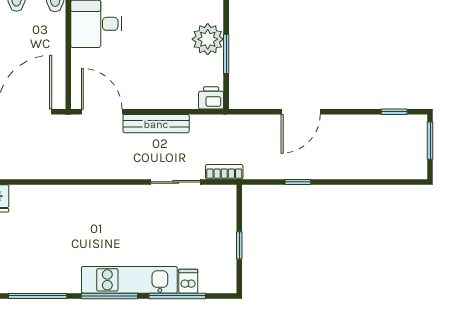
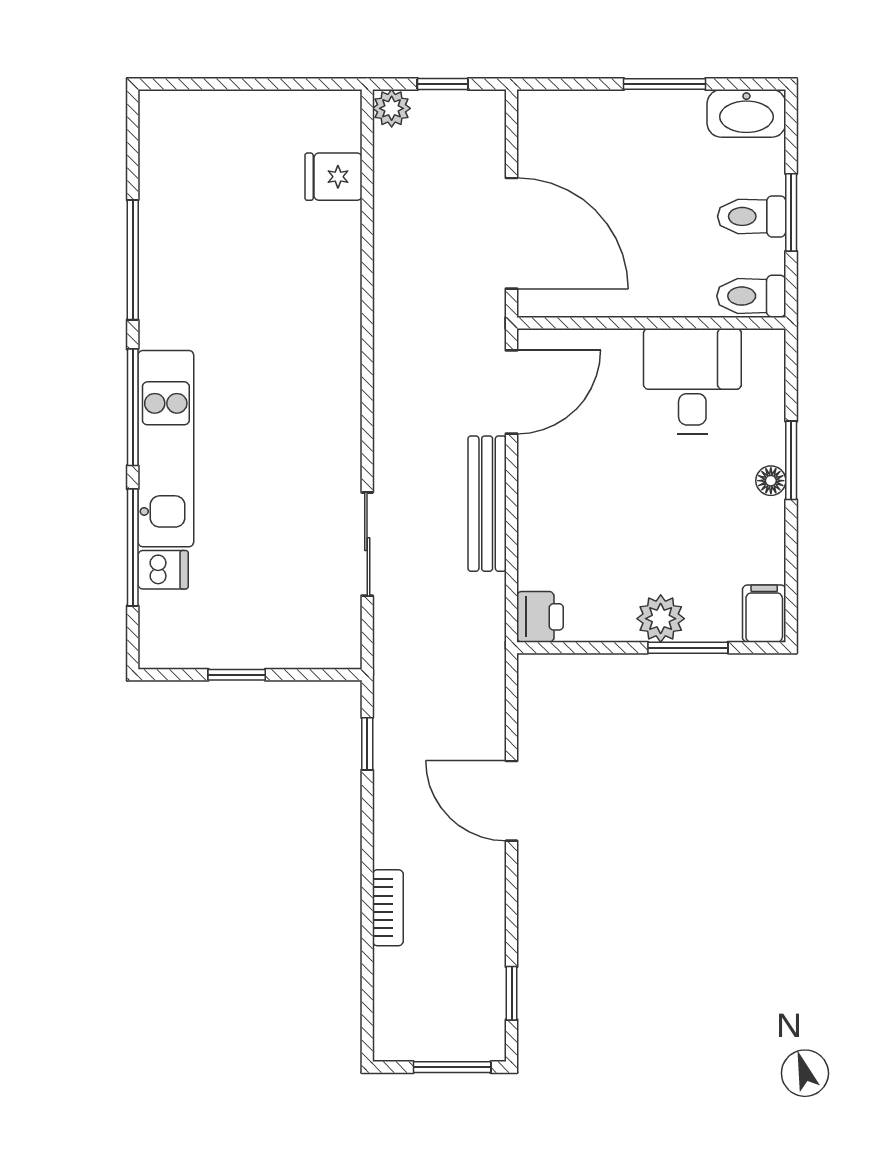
plant: (208, 39) -> (661, 619), width x0.73, depth x0.73
window: (226, 54) -> (688, 648), moved
bookcase: (224, 172) -> (388, 908), moved
window: (298, 182) -> (367, 744), moved

